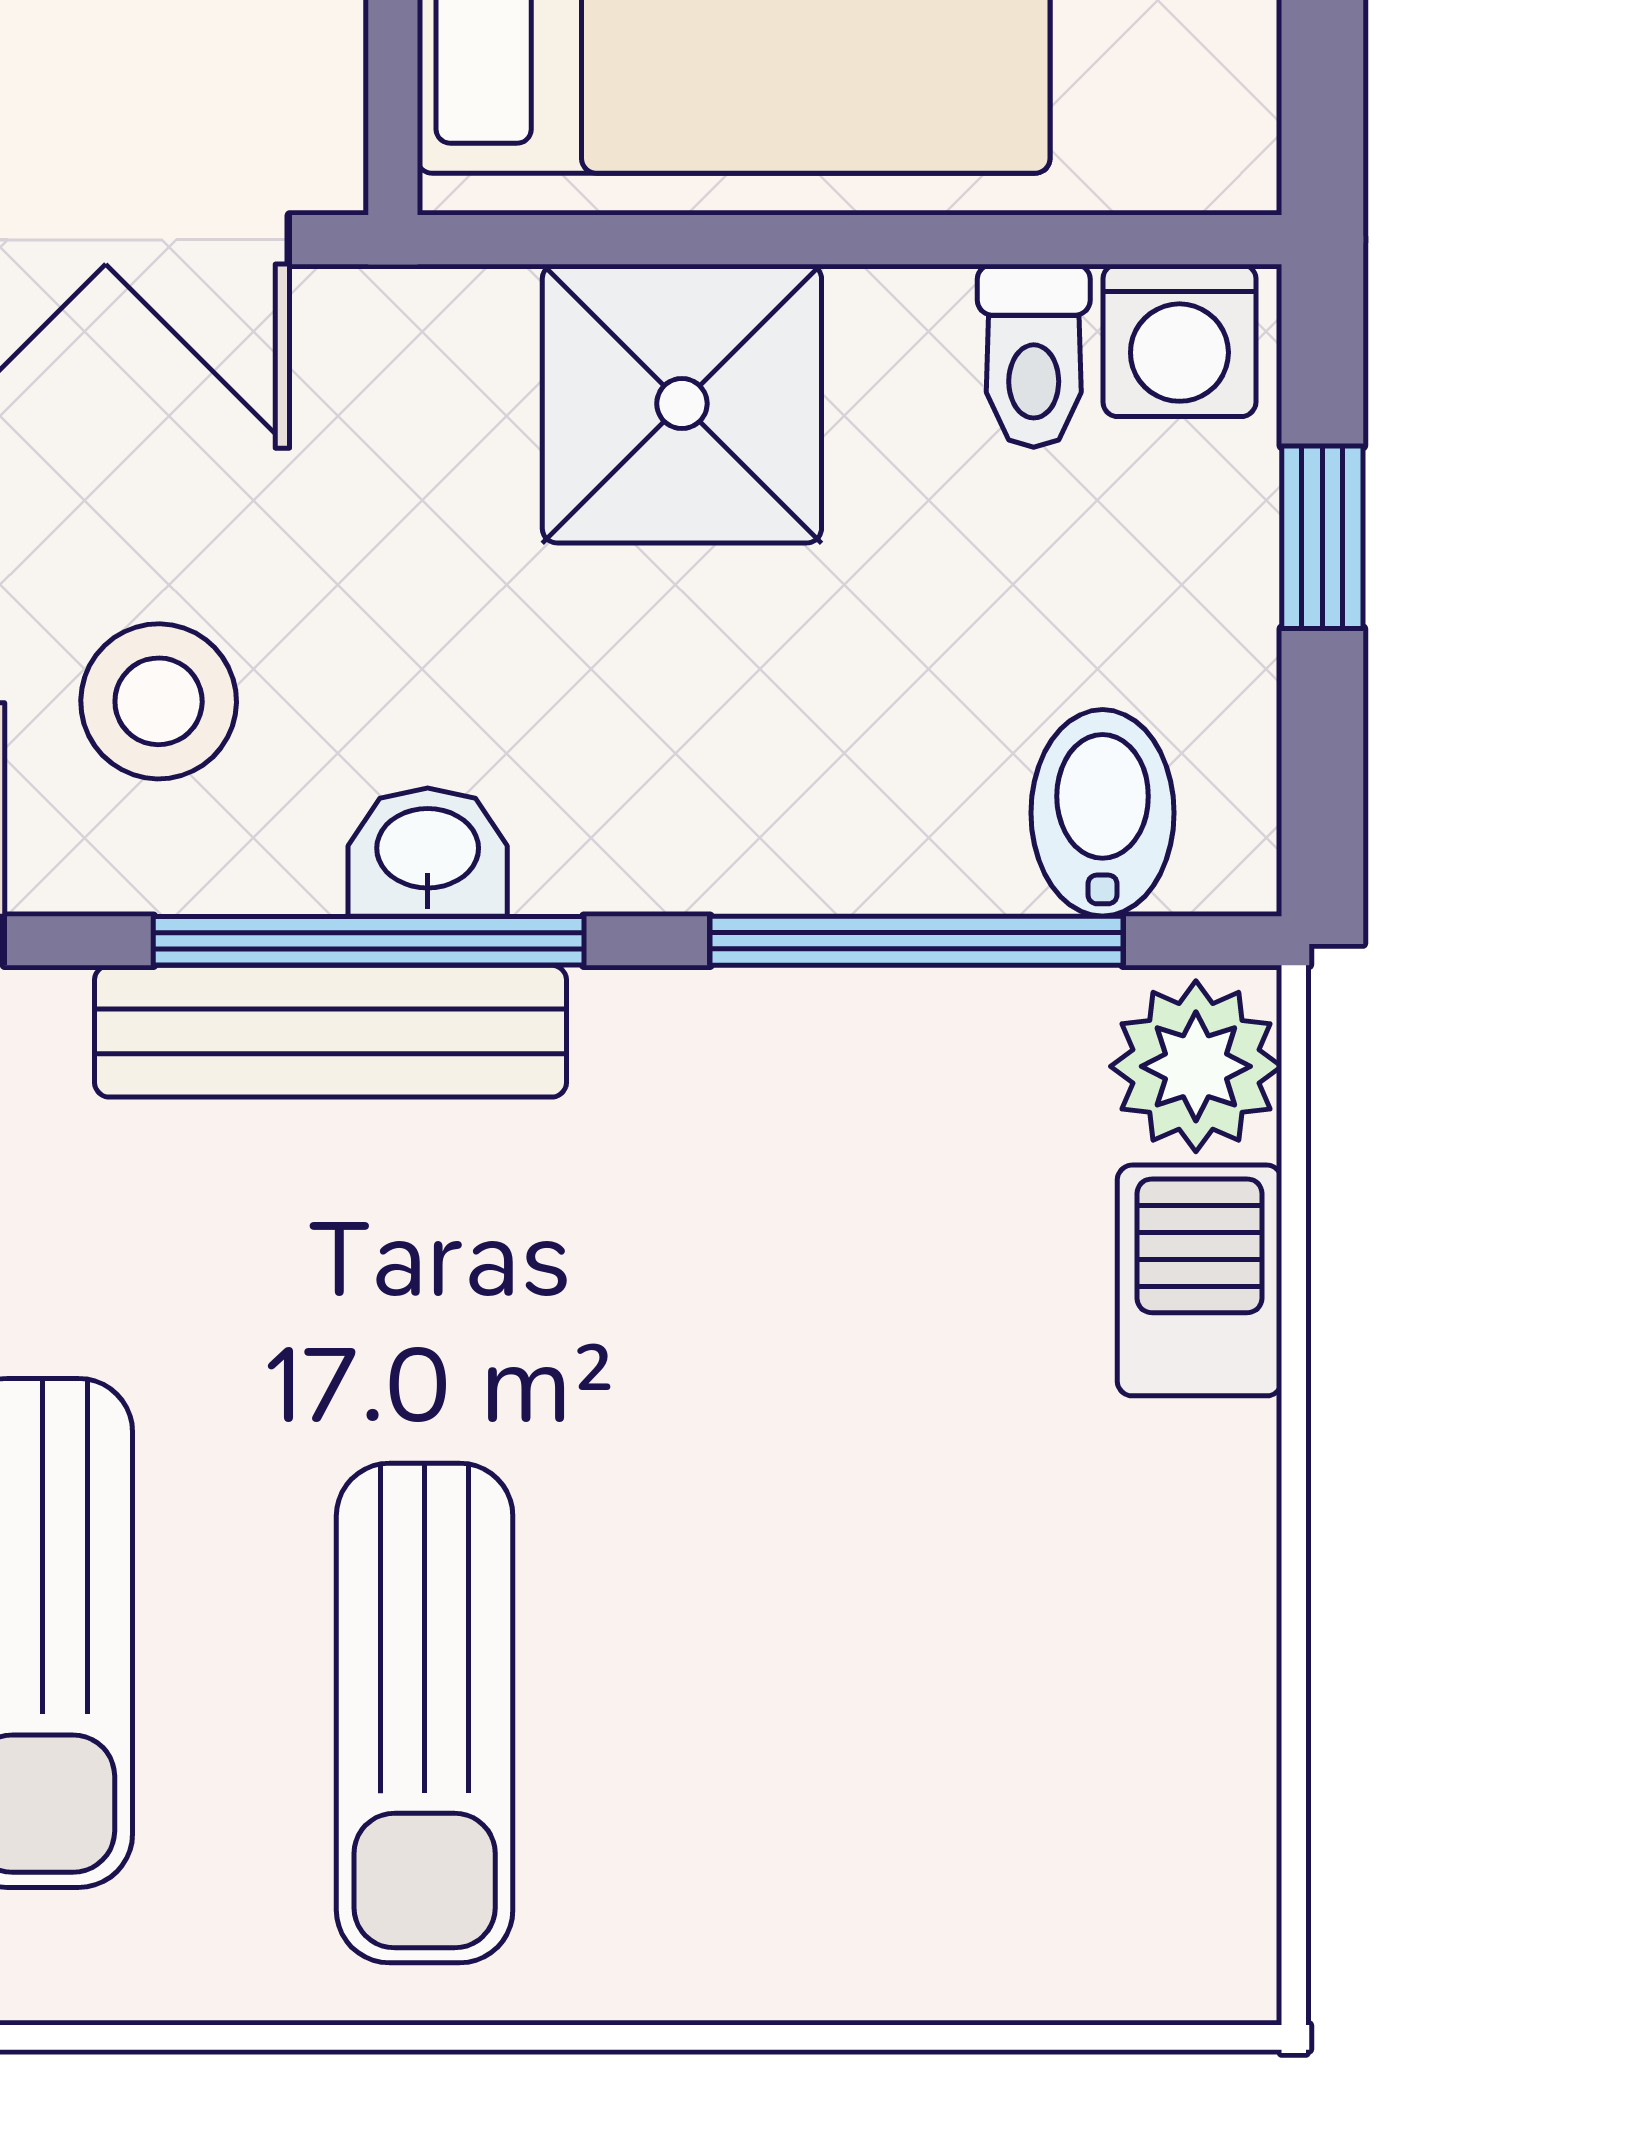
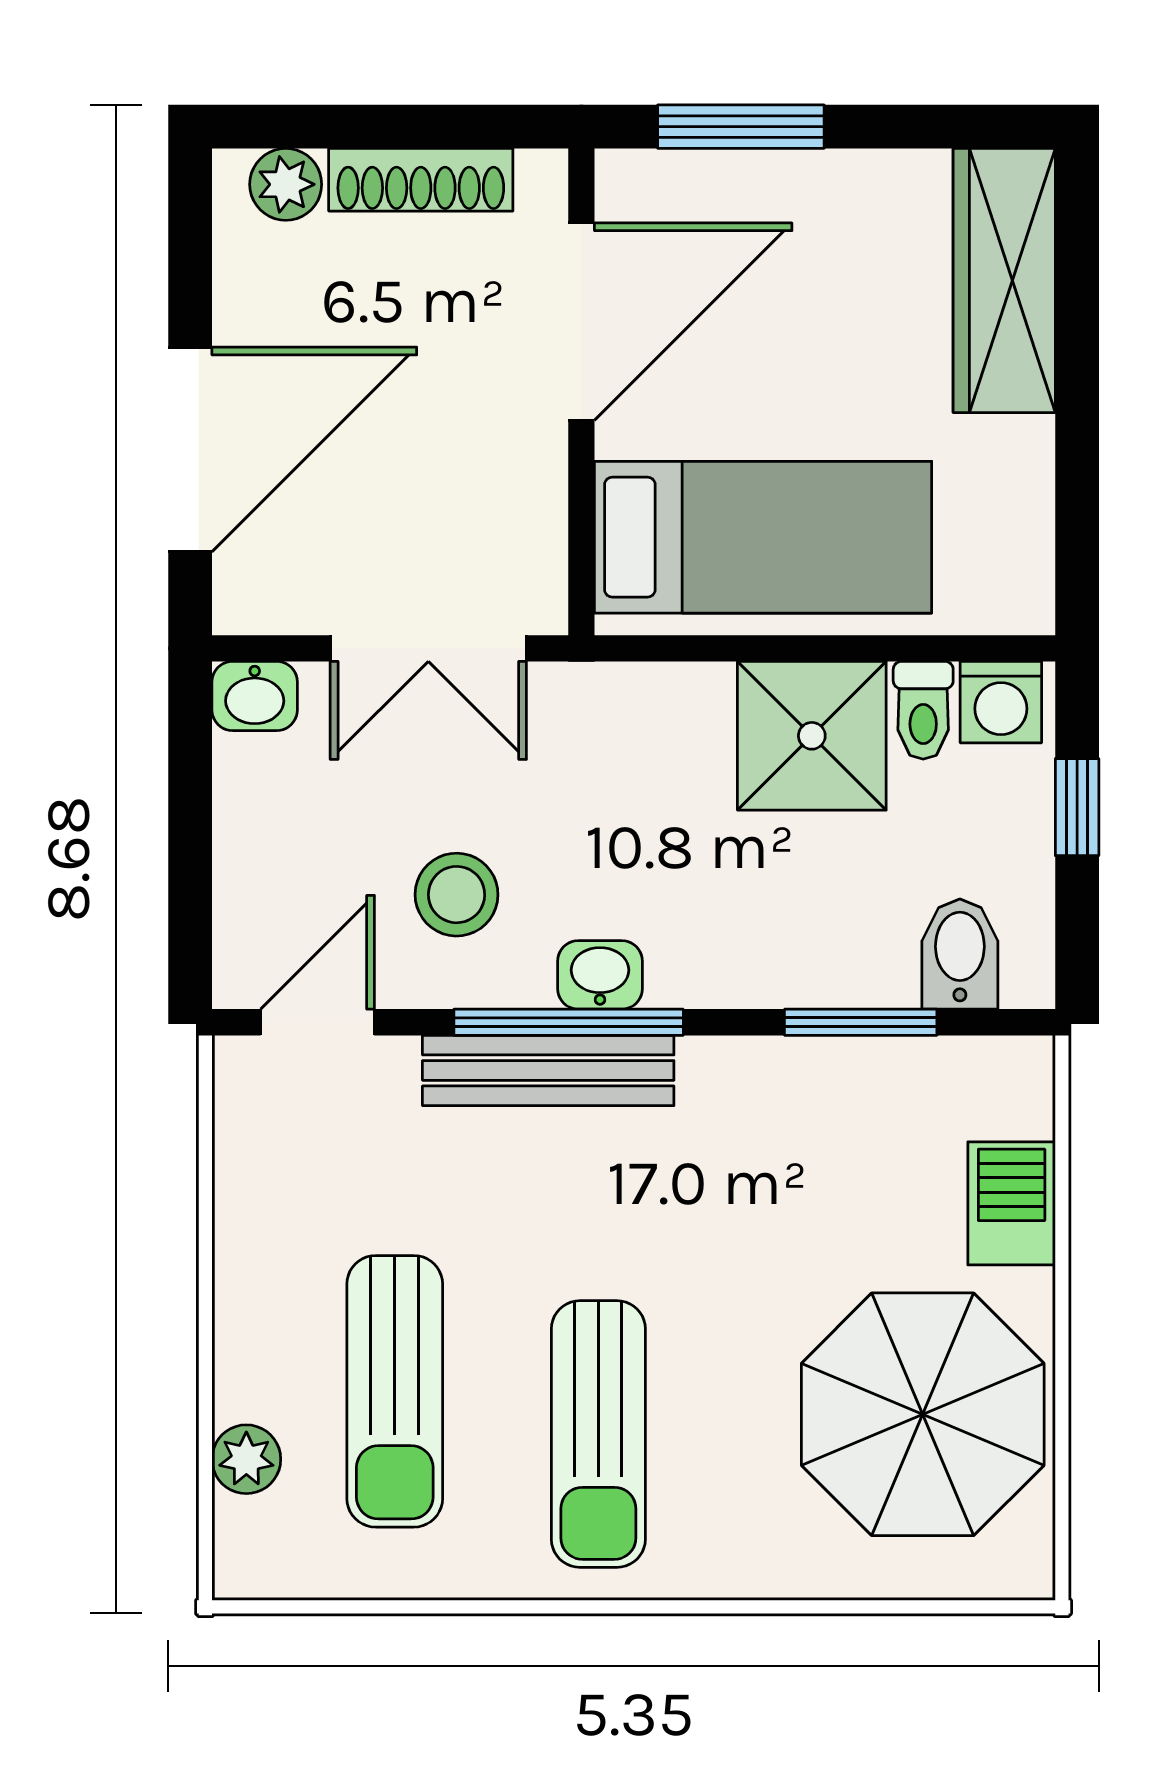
shower: (682, 404) -> (812, 736), moved
window: (916, 941) -> (861, 1022), width x0.69
plant: (1196, 1066) -> (1010, 1089), removed
parasol: (1033, 1676) -> (923, 1414), added

